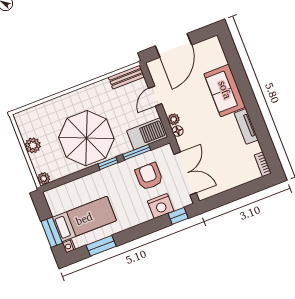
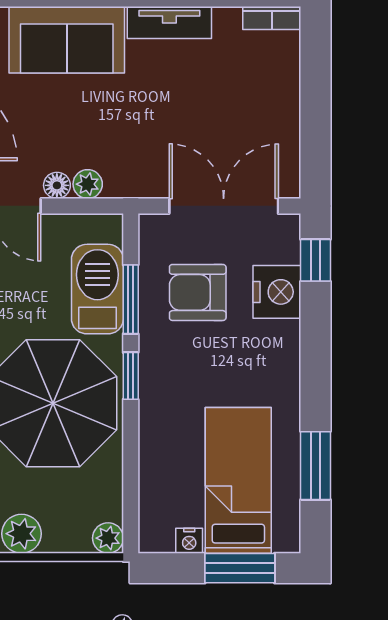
floor lamp: (178, 131) -> (57, 185), moved
barbecue: (147, 134) -> (97, 289), moved
nightstand: (69, 246) -> (189, 541), moved

